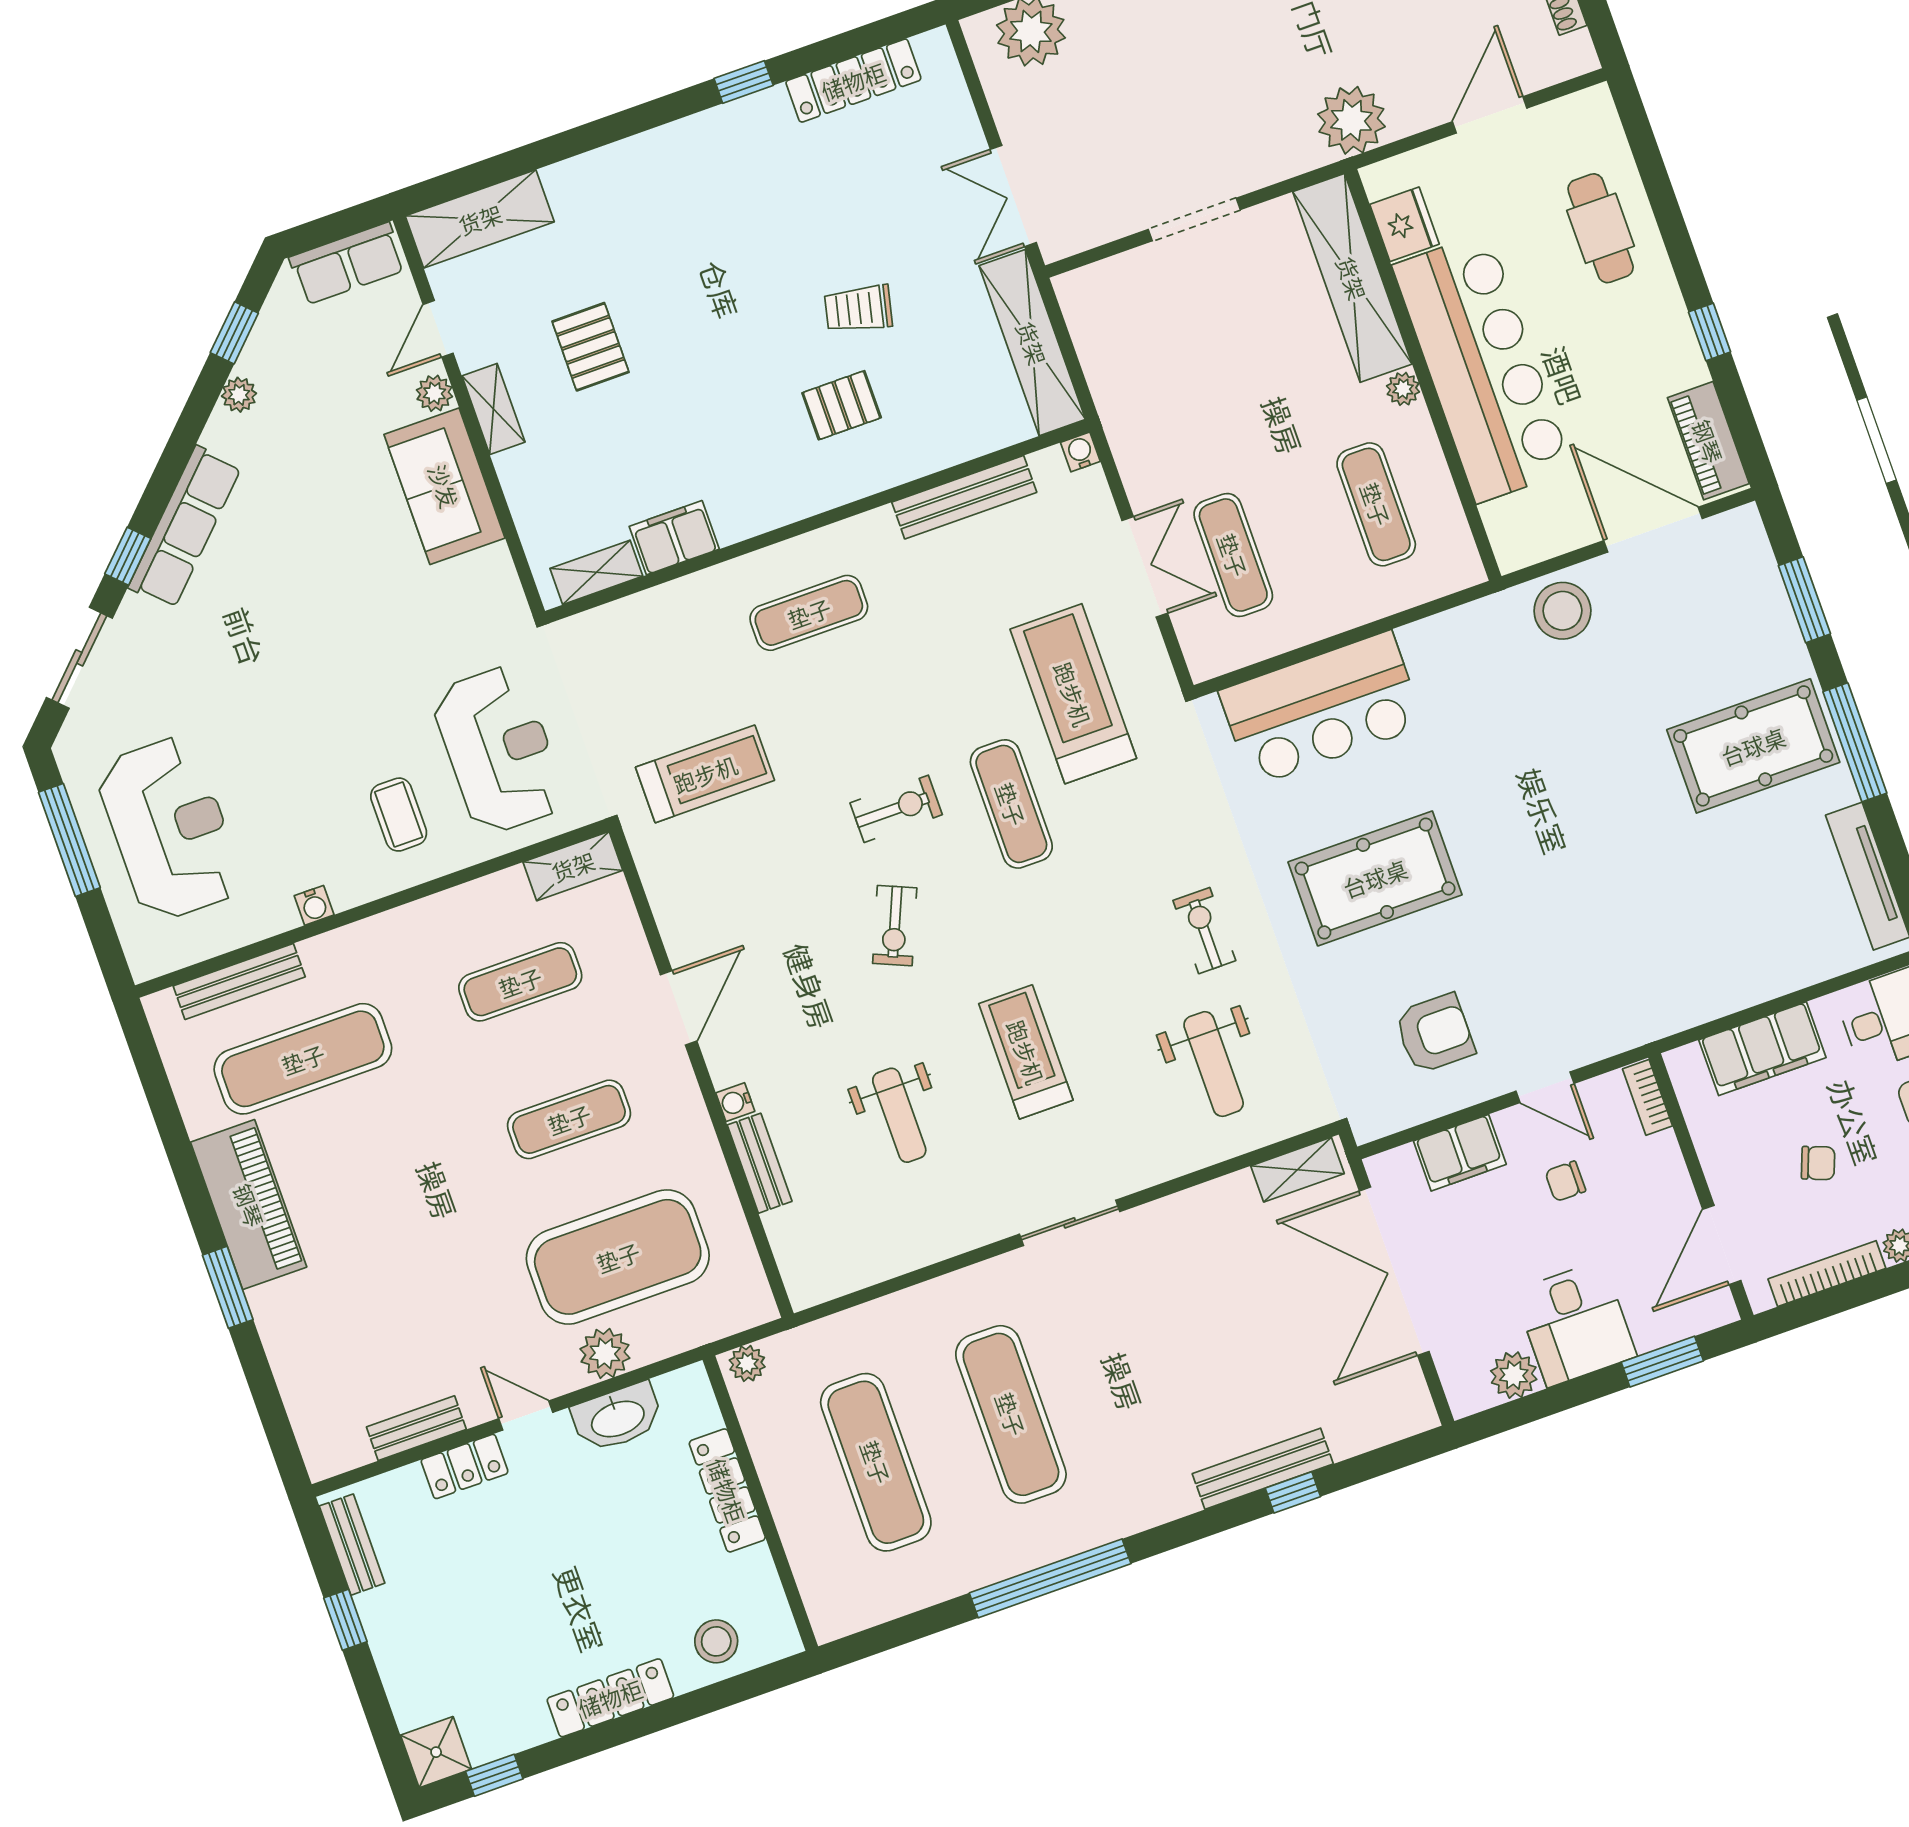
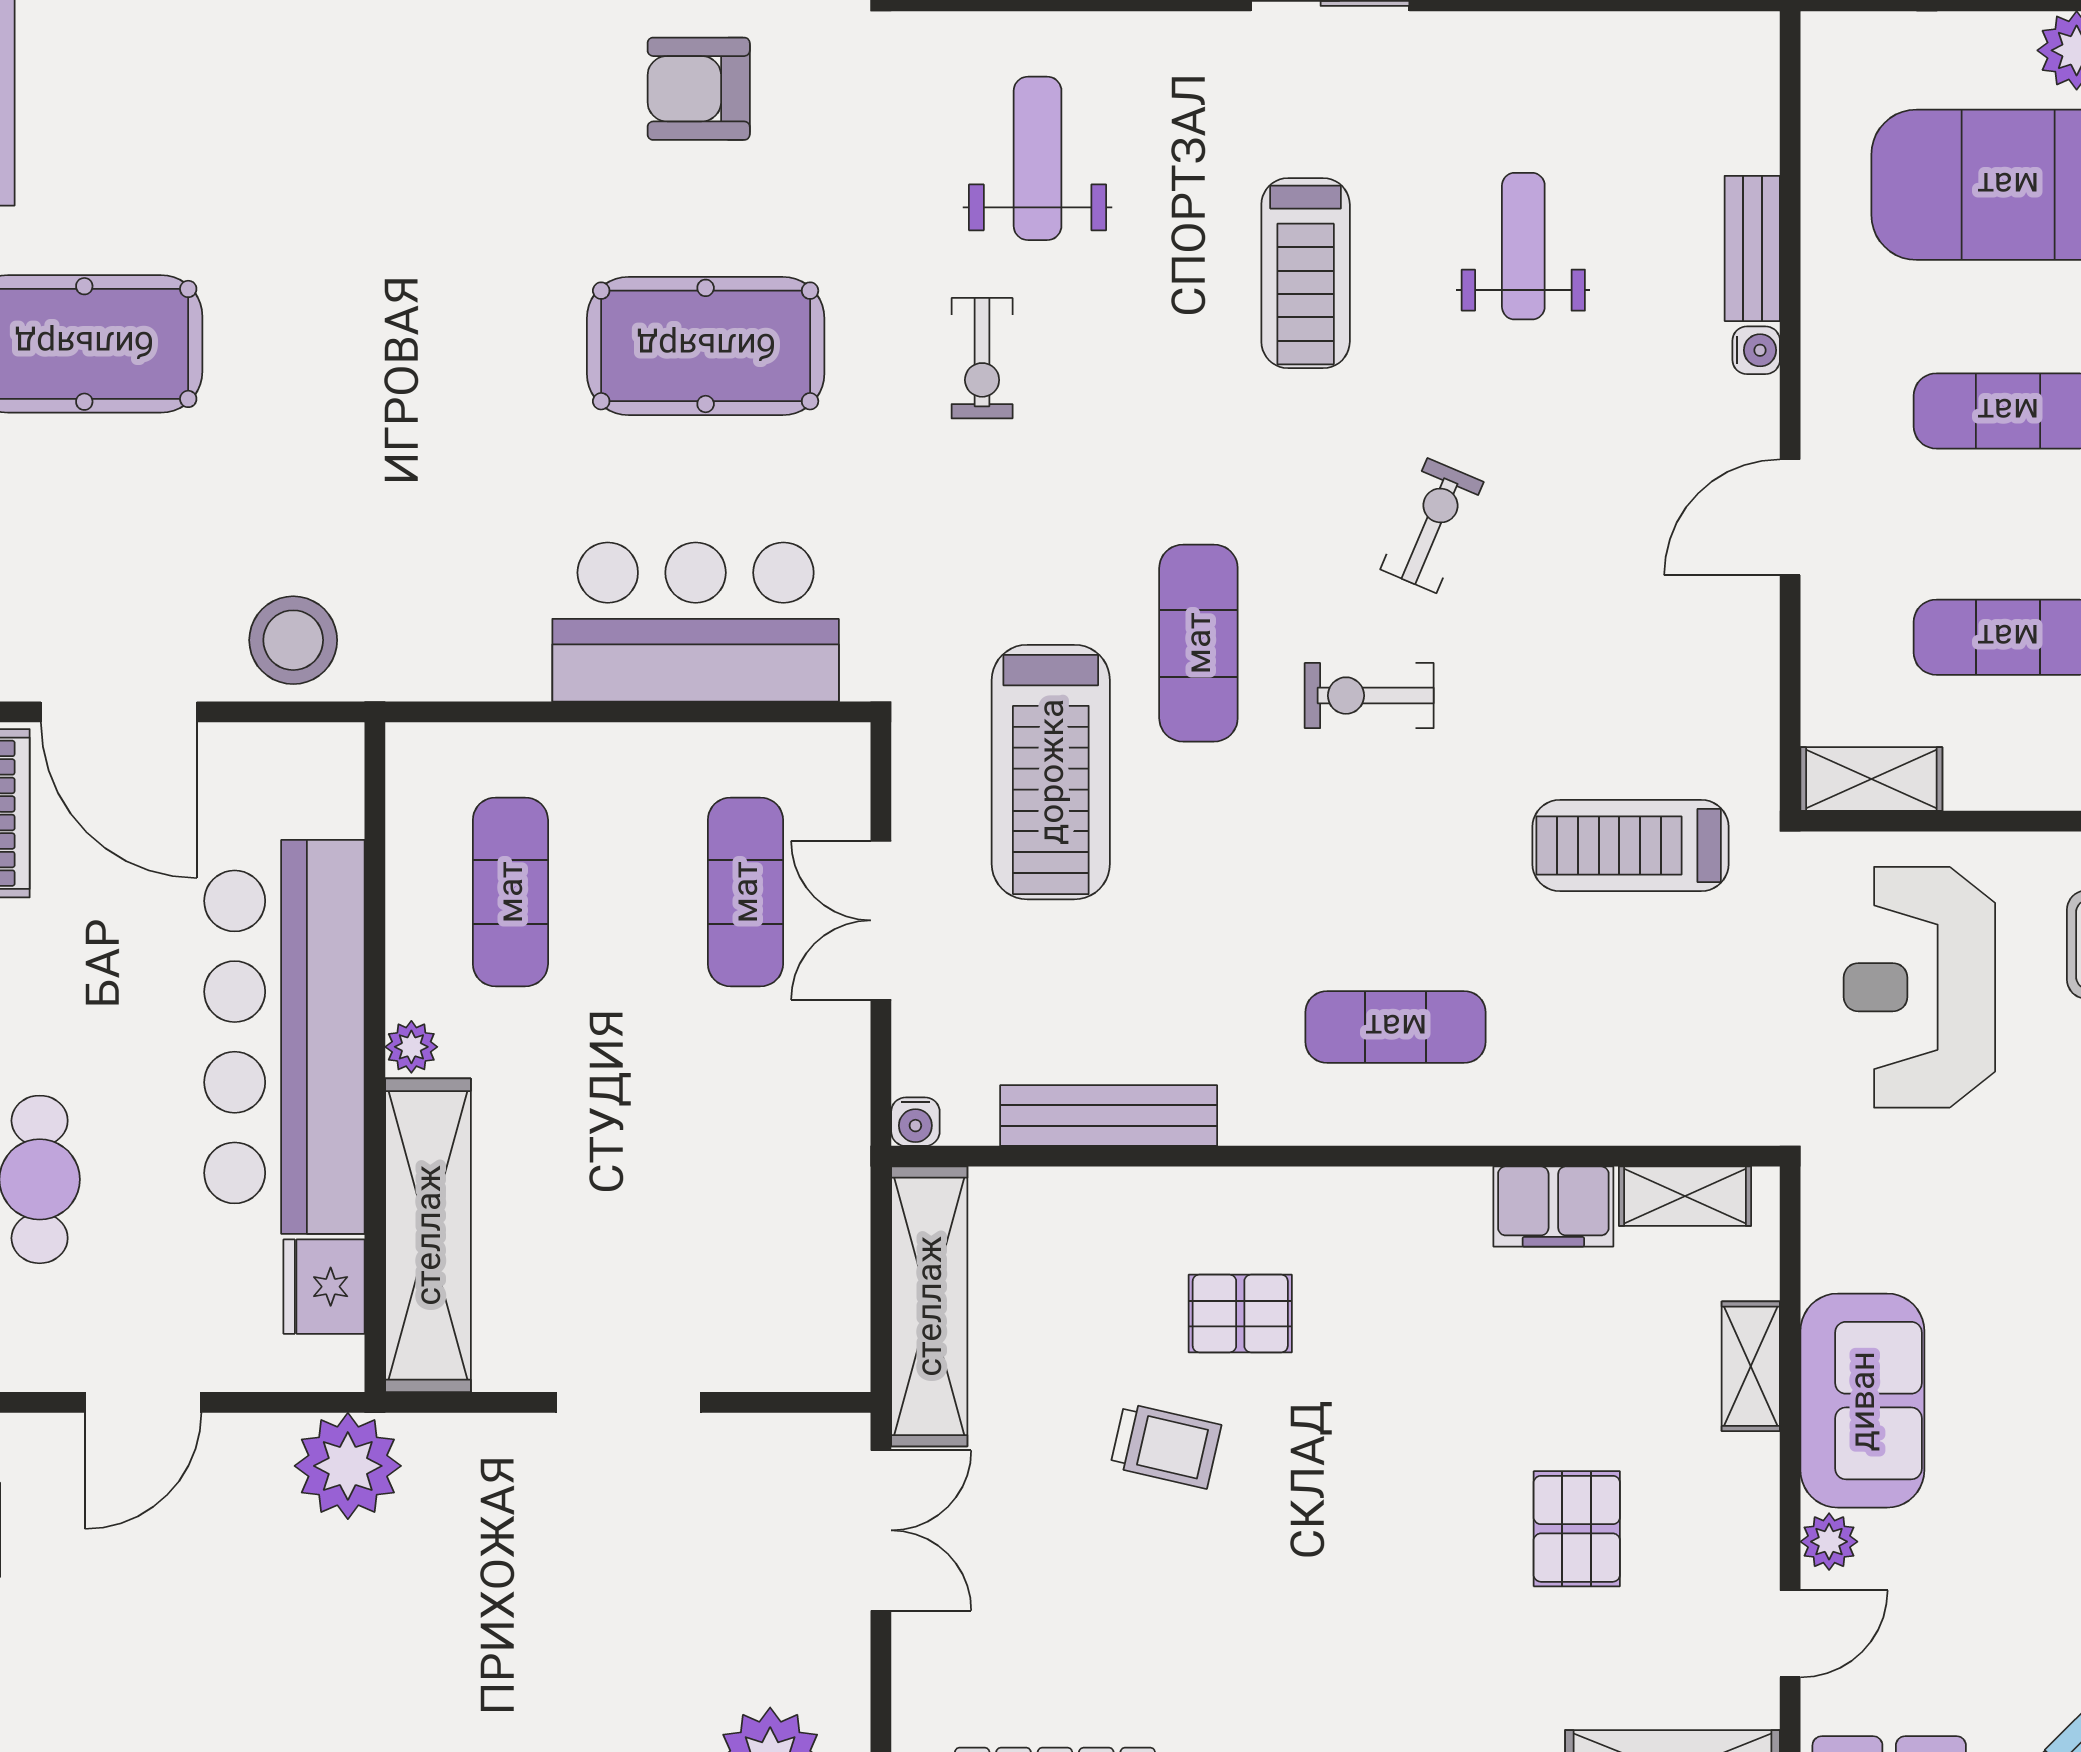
shelving: (493, 409) -> (1751, 1366), moved

